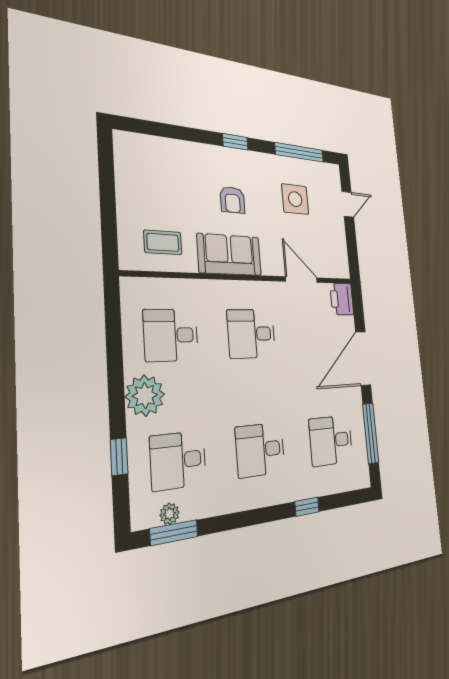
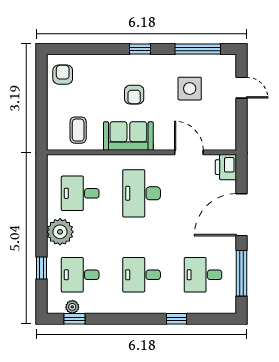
armchair: (137, 161) -> (63, 75), added
door: (348, 204) -> (242, 88), hinge flipped
coffee table: (163, 242) -> (78, 130), turned 90
desk: (252, 334) -> (142, 193), width x1.37
window: (174, 533) -> (75, 319), width x0.67

